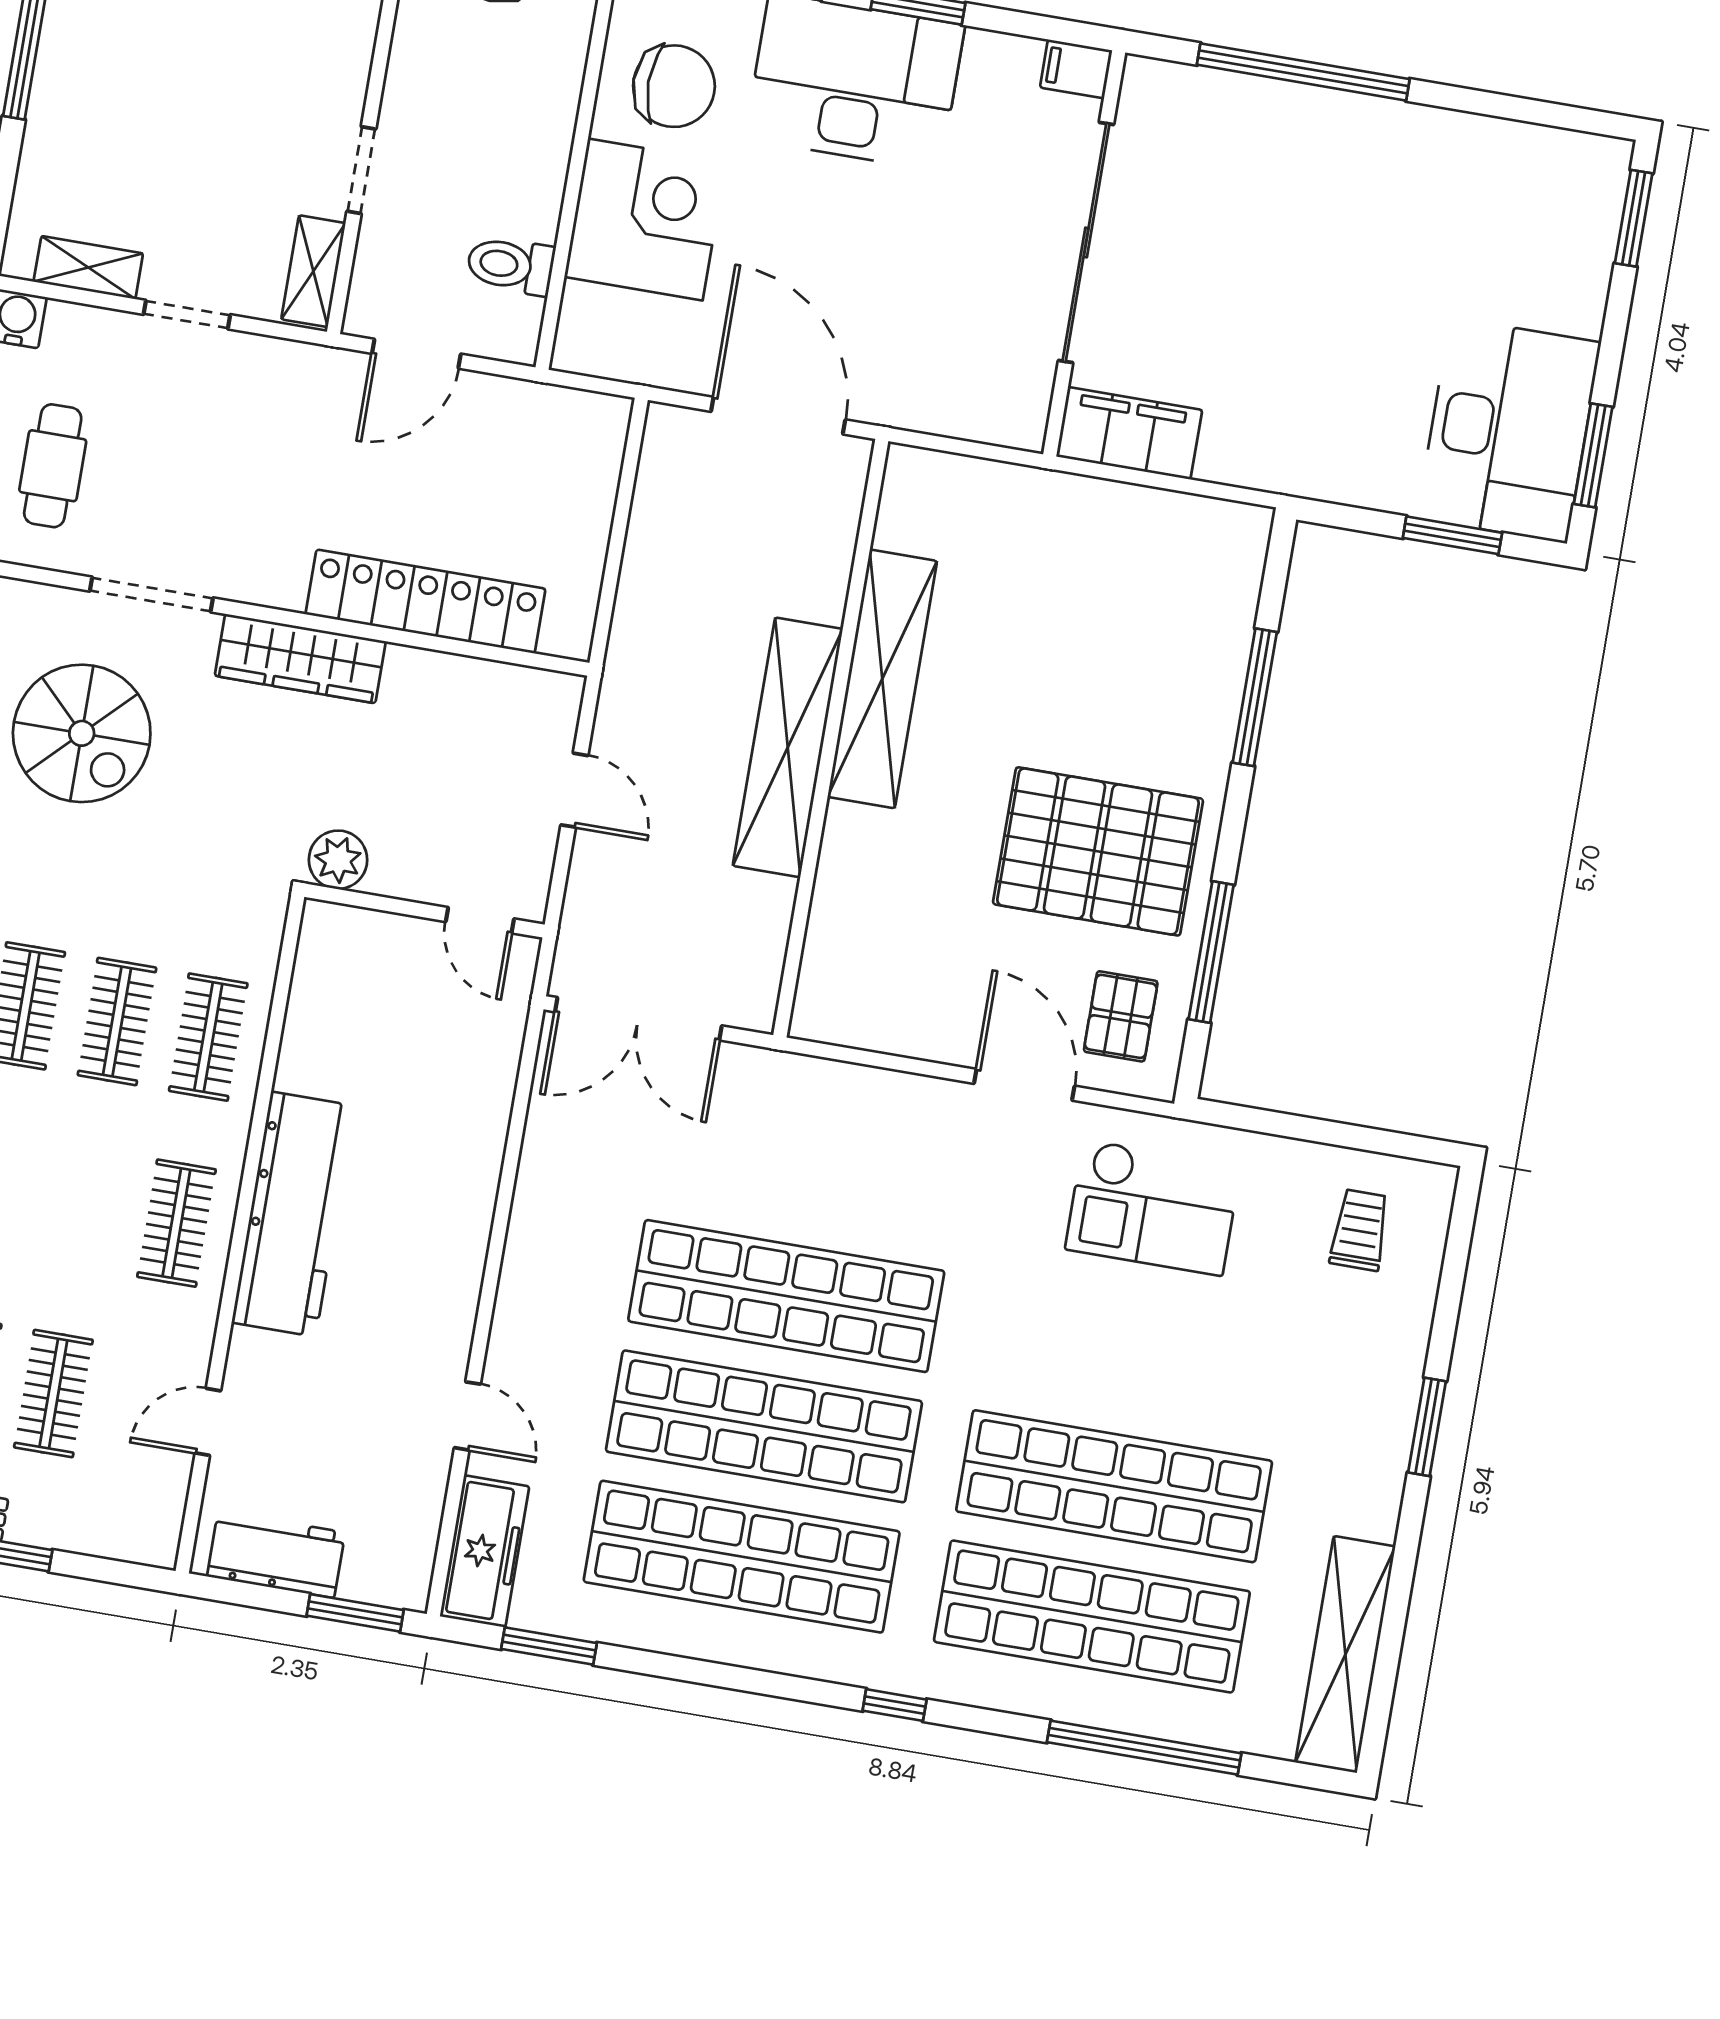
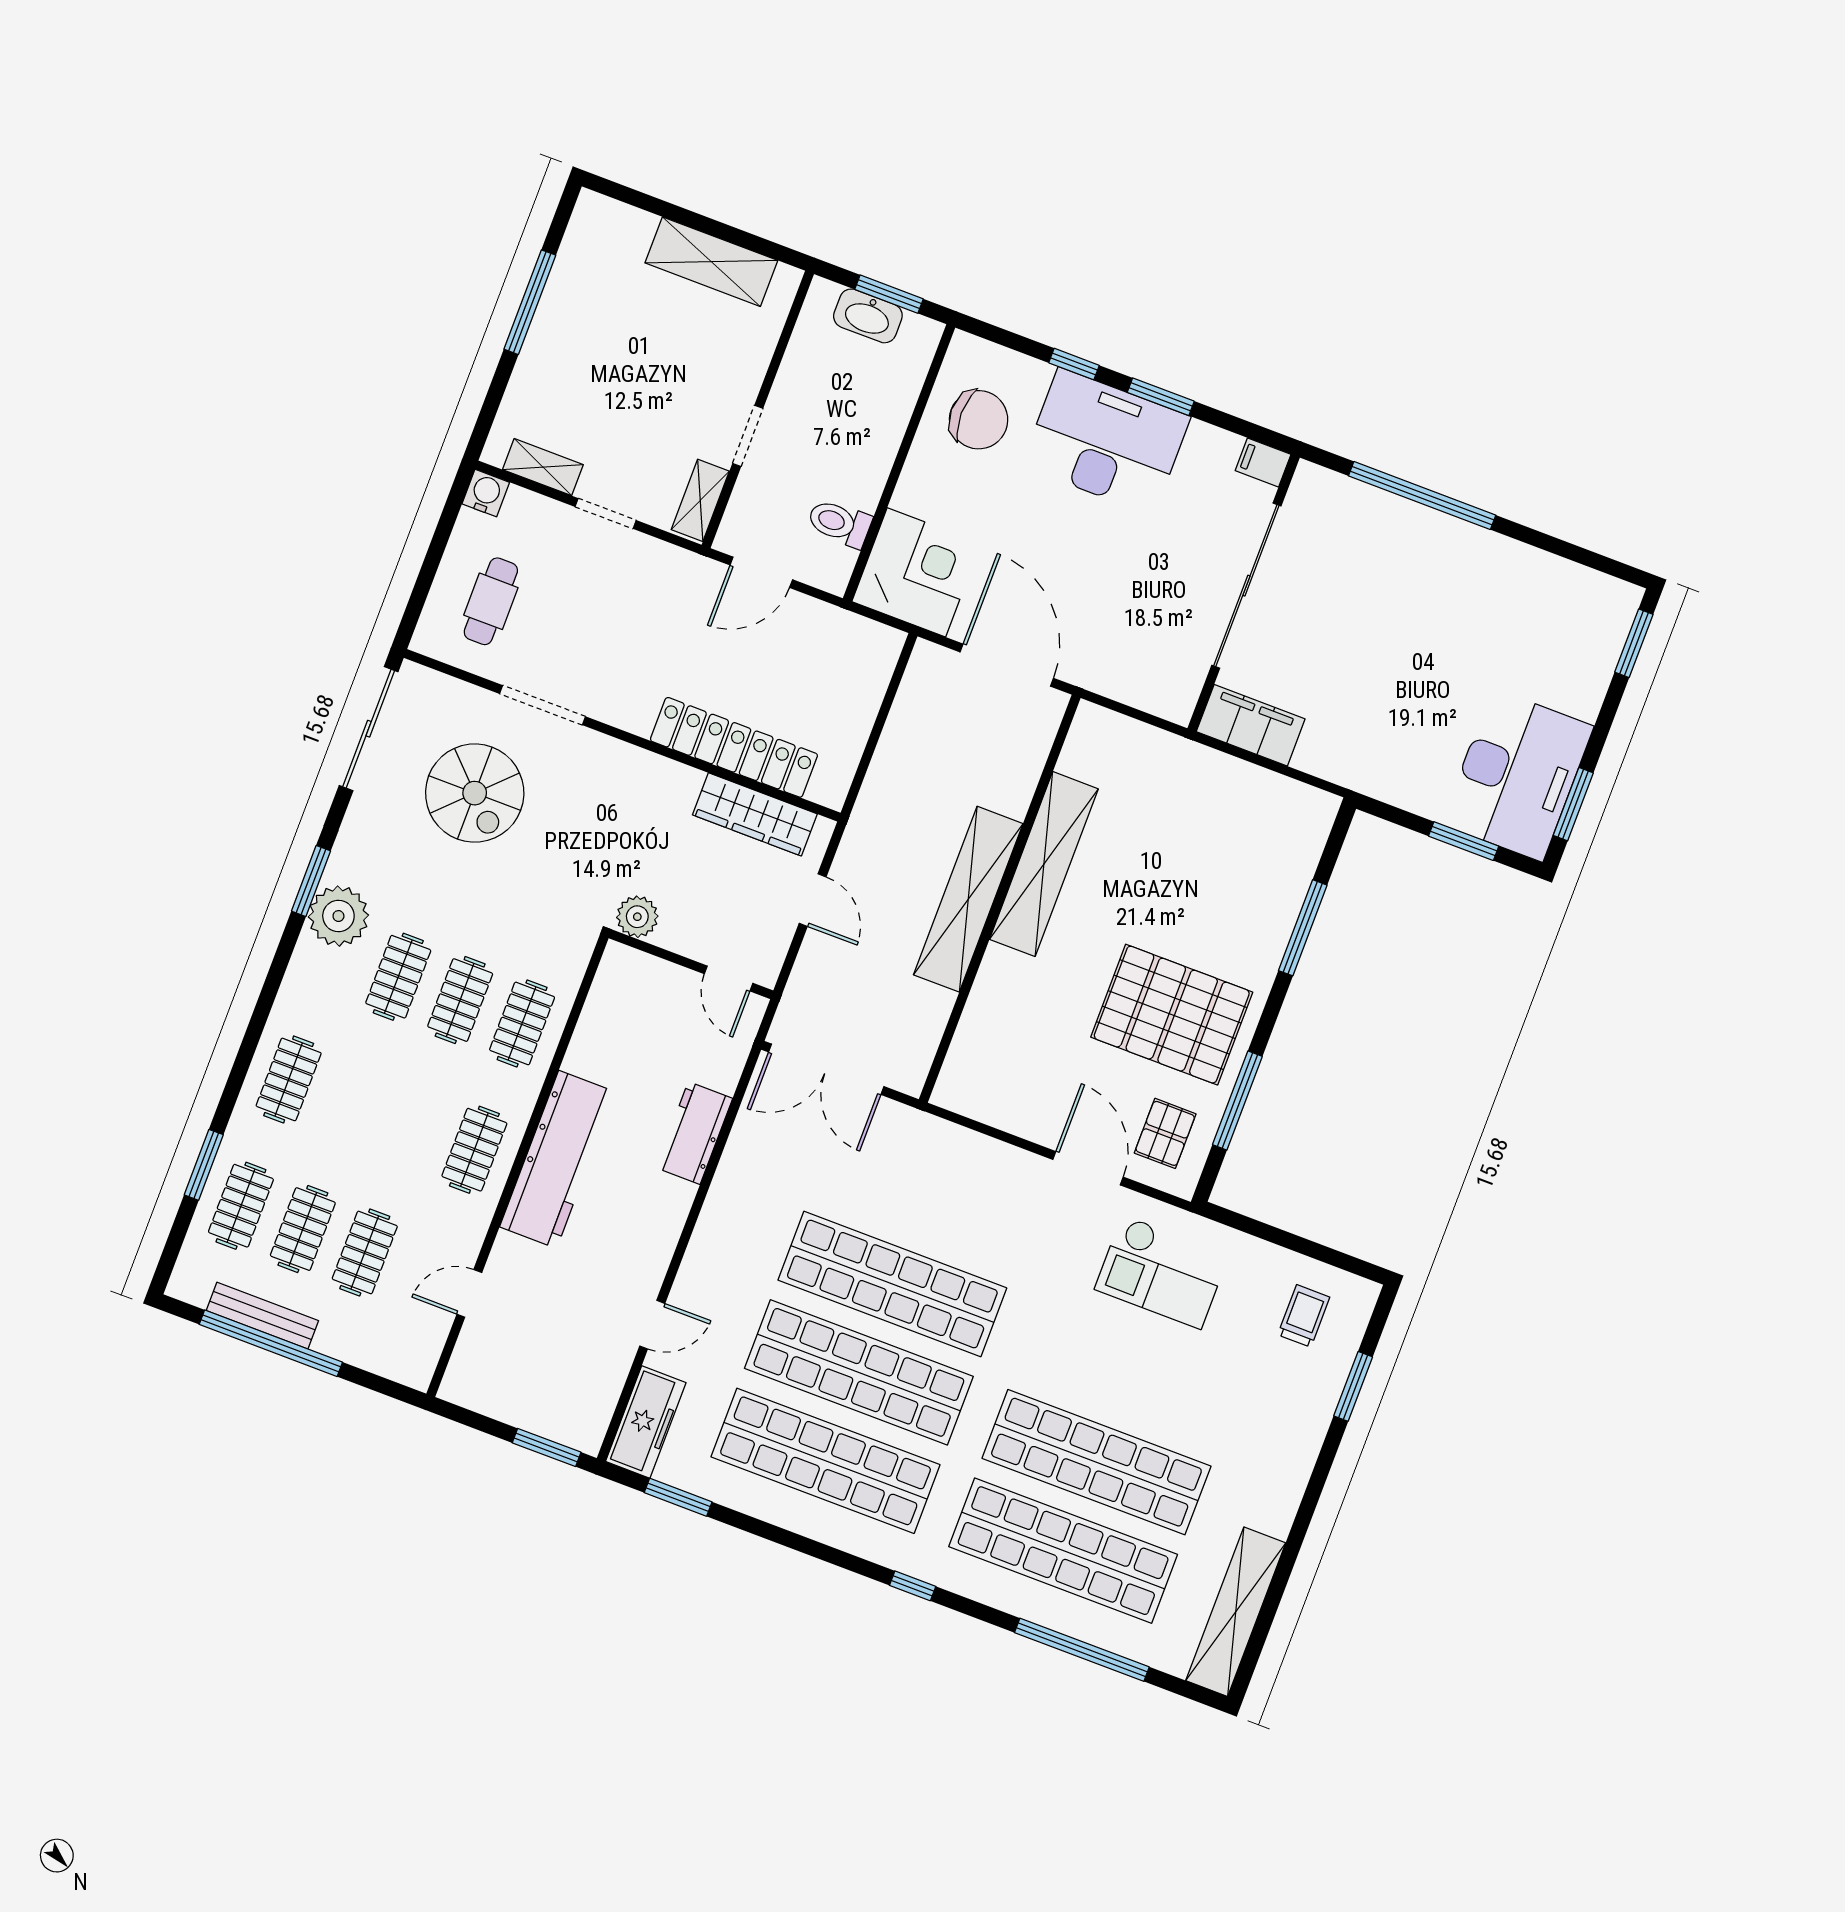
corner desk: (645, 219) -> (916, 572), moved
wardrobe: (300, 659) -> (755, 814), moved
door: (467, 1416) -> (652, 1325), hinge flipped
window: (1427, 1427) -> (1353, 1386), moved
workbench: (276, 1554) -> (694, 1133), moved, turned -90

